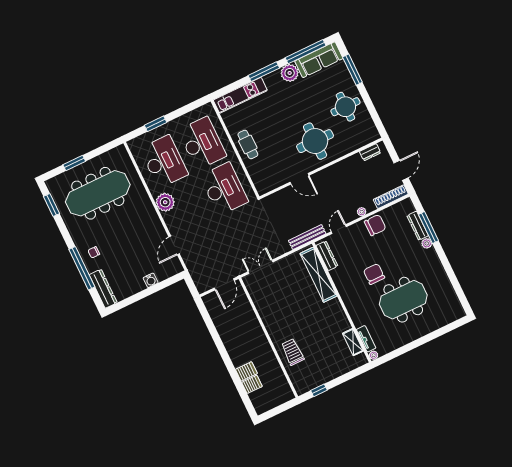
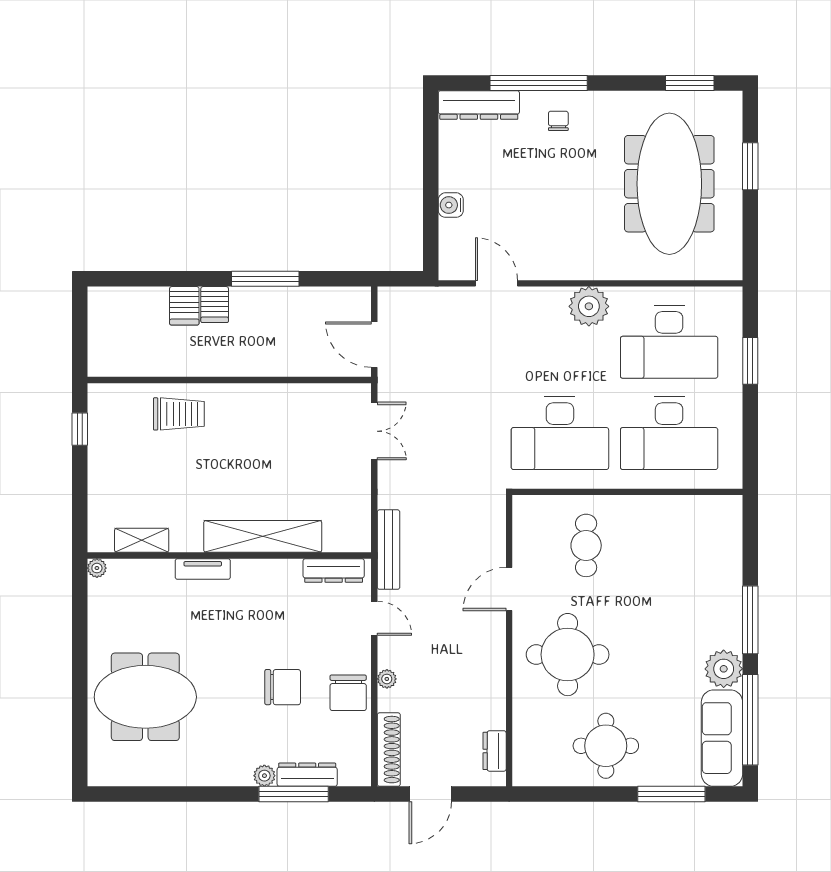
kitchen unit: (240, 95) -> (726, 552), removed
cafe table: (248, 144) -> (586, 545), moved, turned 90
door: (401, 170) -> (430, 794), hinge flipped
chair: (374, 274) -> (283, 687), moved
shelving: (318, 275) -> (263, 536), moved
meeting table: (403, 300) -> (145, 697), moved, turned 90
tv unit: (366, 339) -> (203, 569), moved
window: (219, 343) -> (265, 279), added
server rack: (252, 384) -> (215, 305), moved

